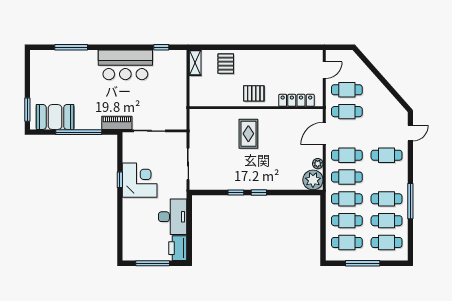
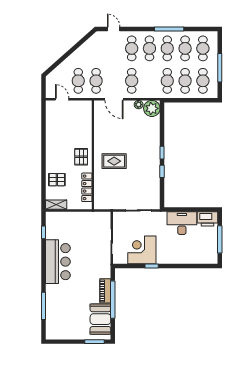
locker: (296, 100) -> (87, 187), moved
piano: (117, 123) -> (105, 291), moved
cafe table: (347, 177) -> (149, 48), moved
corner desk: (140, 180) -> (142, 250), moved

